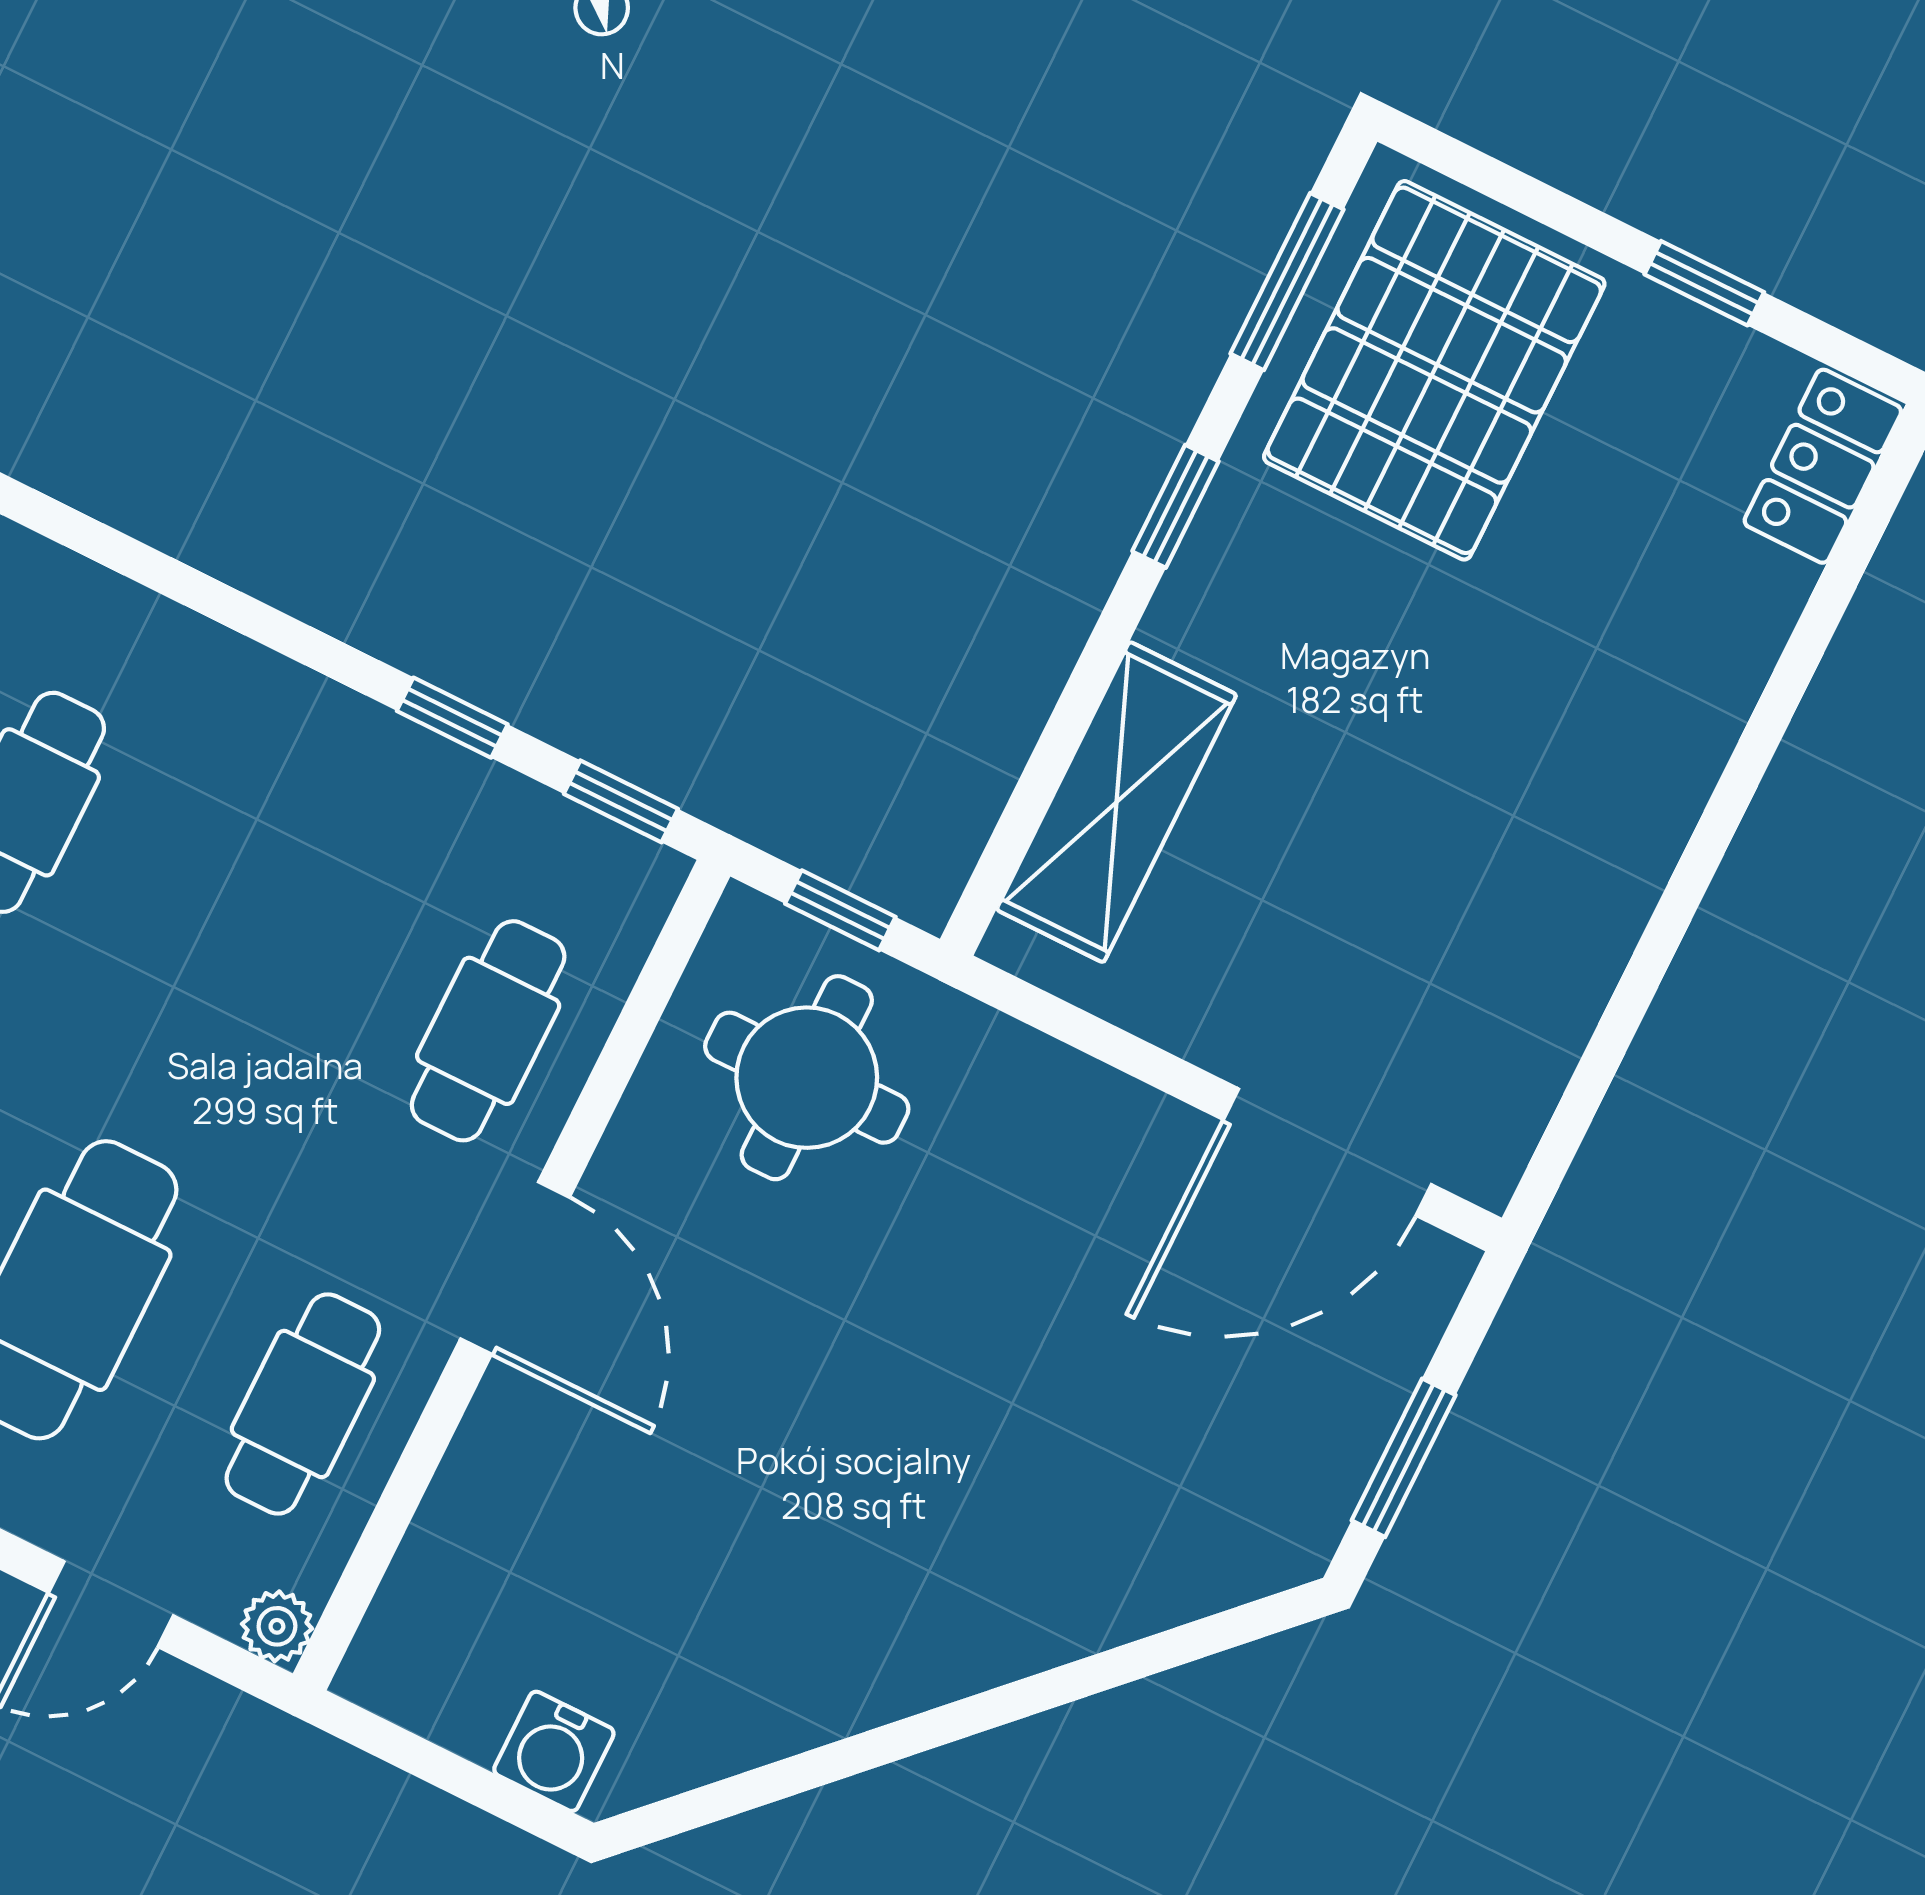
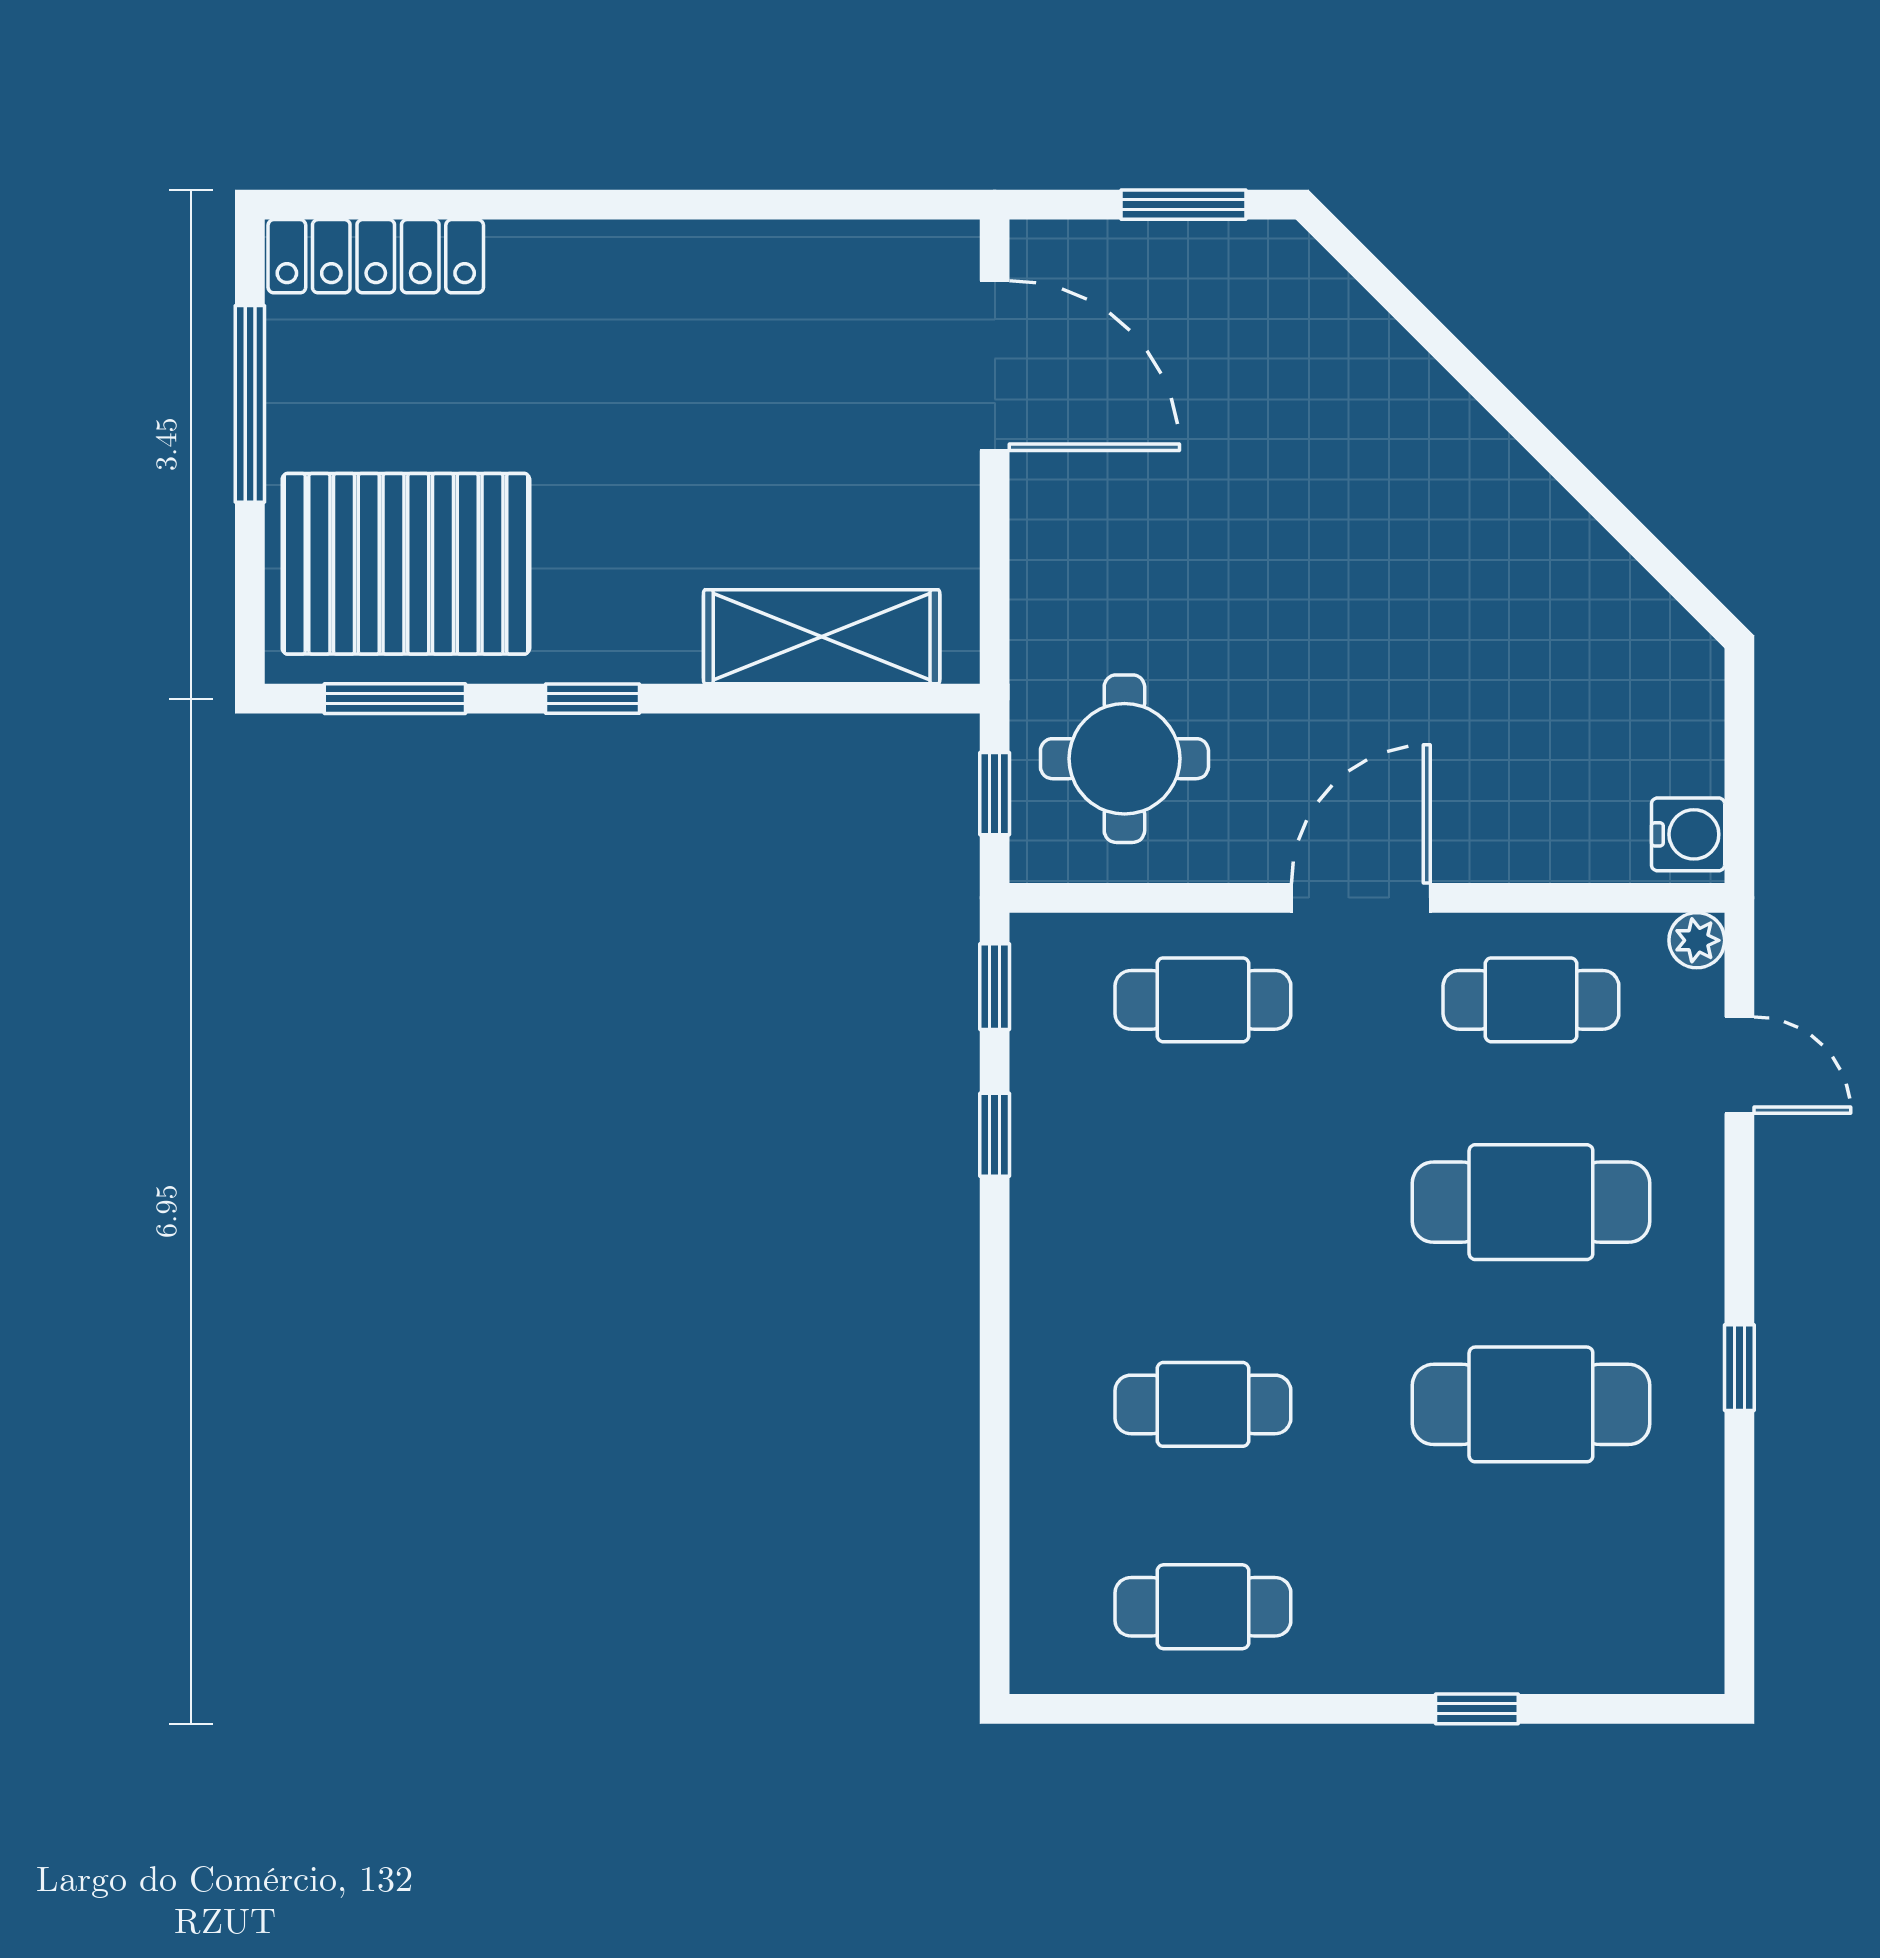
window: (1704, 283) -> (250, 404), width x2.17
locker: (1823, 466) -> (376, 256), width x1.53
water cooler: (554, 1751) -> (1688, 834), moved

